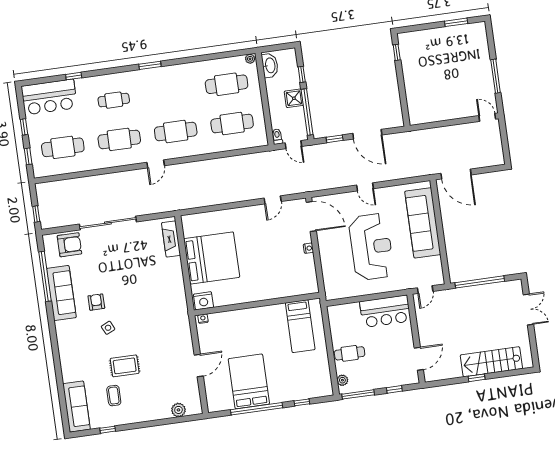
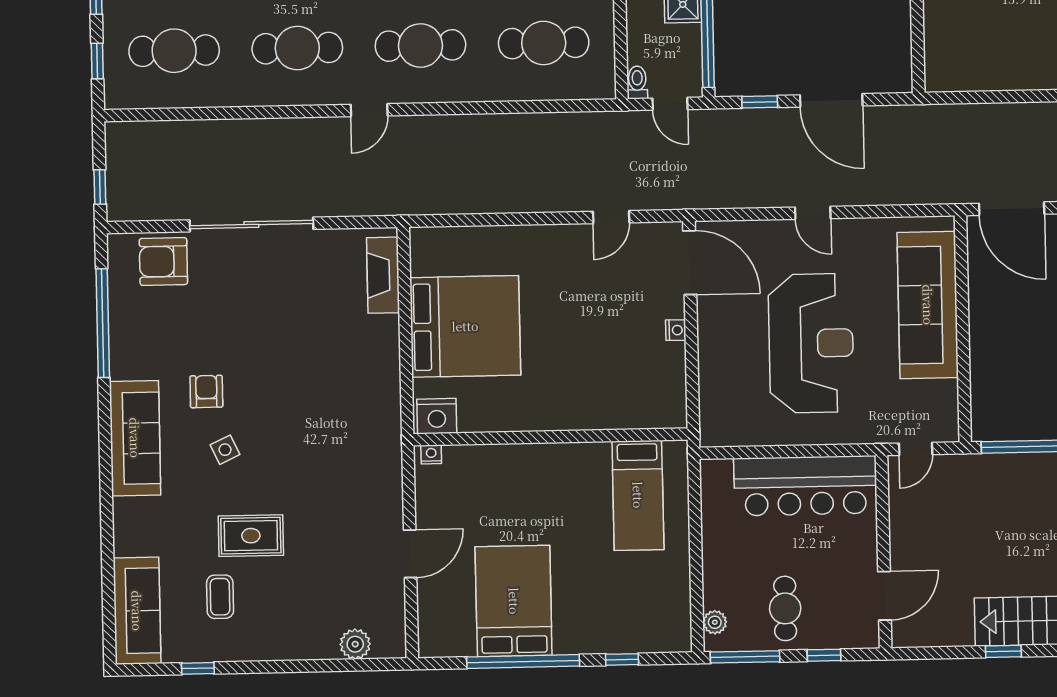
armchair: (69, 245) -> (163, 261), turned 180
sofa: (61, 293) -> (135, 438), moved
bar counter: (385, 311) -> (805, 486), width x1.36
cafe table: (350, 353) -> (785, 608), moved, turned 90

